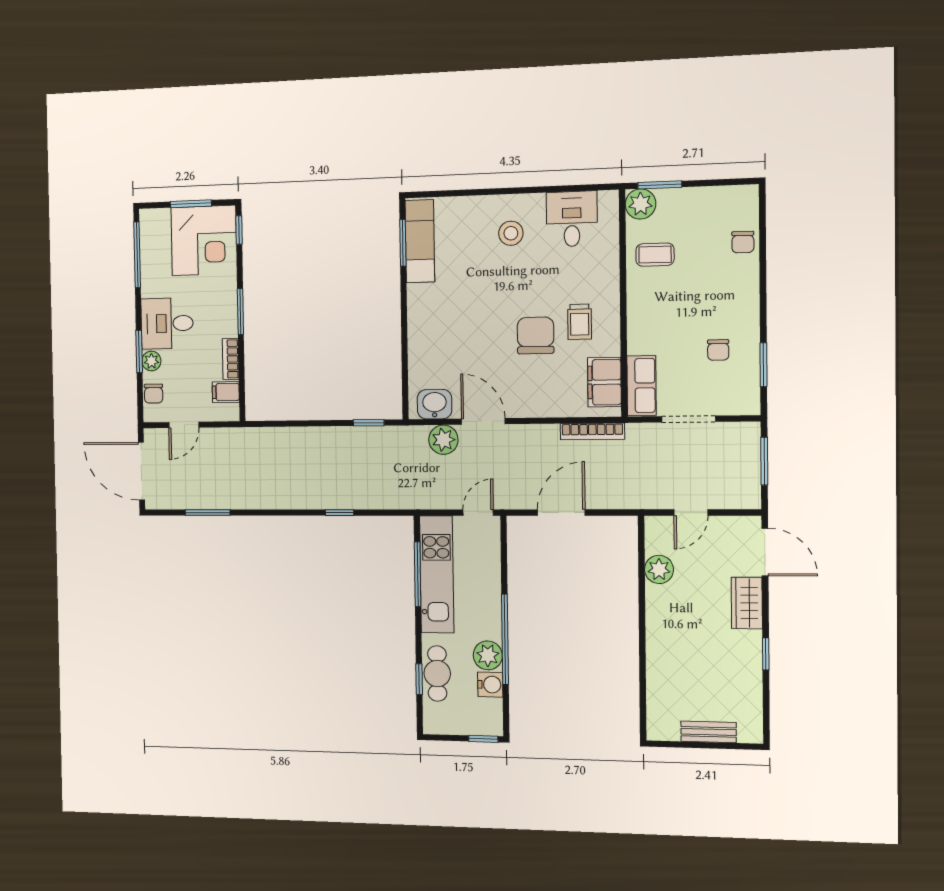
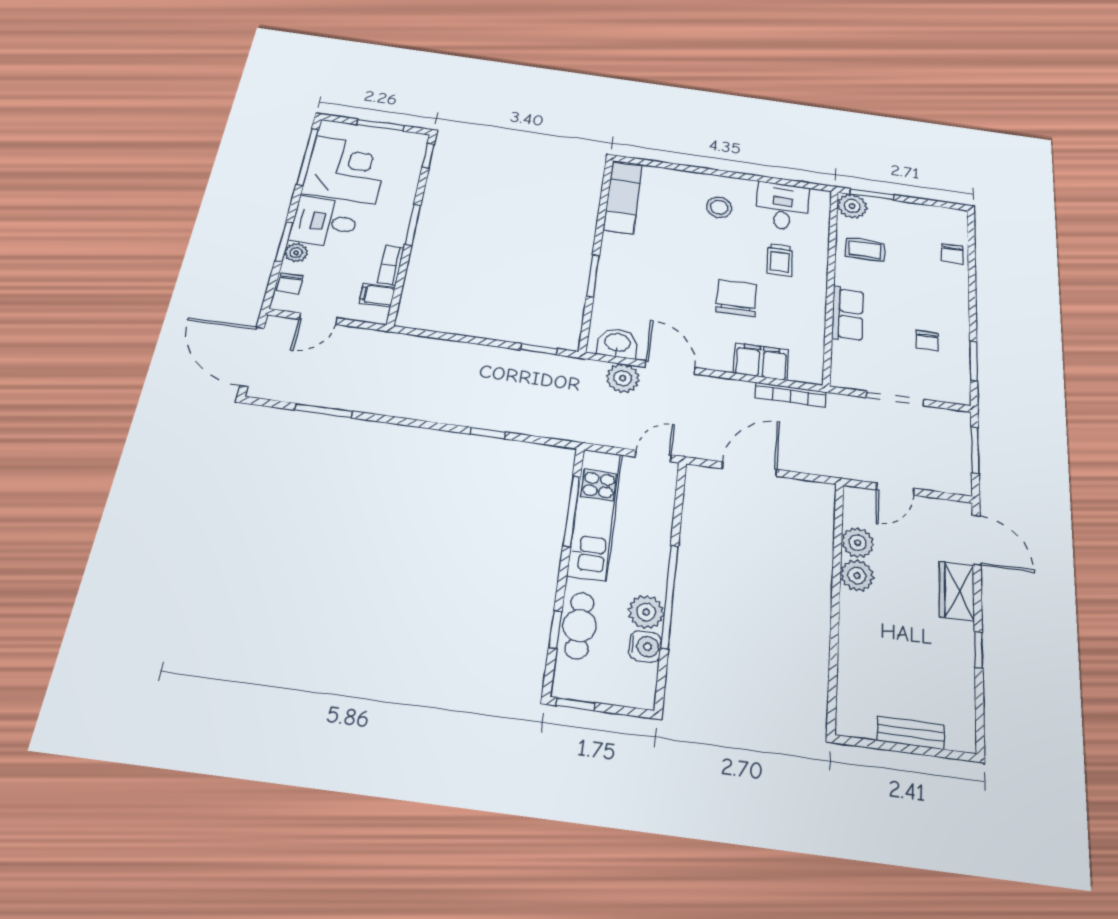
corner desk: (204, 240) -> (346, 170), moved, turned -90
window: (403, 243) -> (593, 276), moved
trolley: (580, 322) -> (780, 260), moved
filing cabinet: (604, 382) -> (761, 362), moved, turned 90
row of seats: (642, 386) -> (848, 314), moved
plant: (659, 600) -> (857, 576), added
window: (483, 739) -> (575, 704), moved

